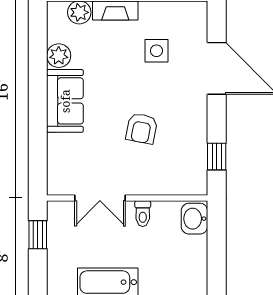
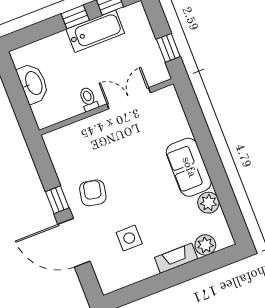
armchair: (142, 128) -> (93, 193), moved
window: (217, 156) -> (57, 200), moved
washbasin: (194, 219) -> (33, 83), moved, width x1.38

